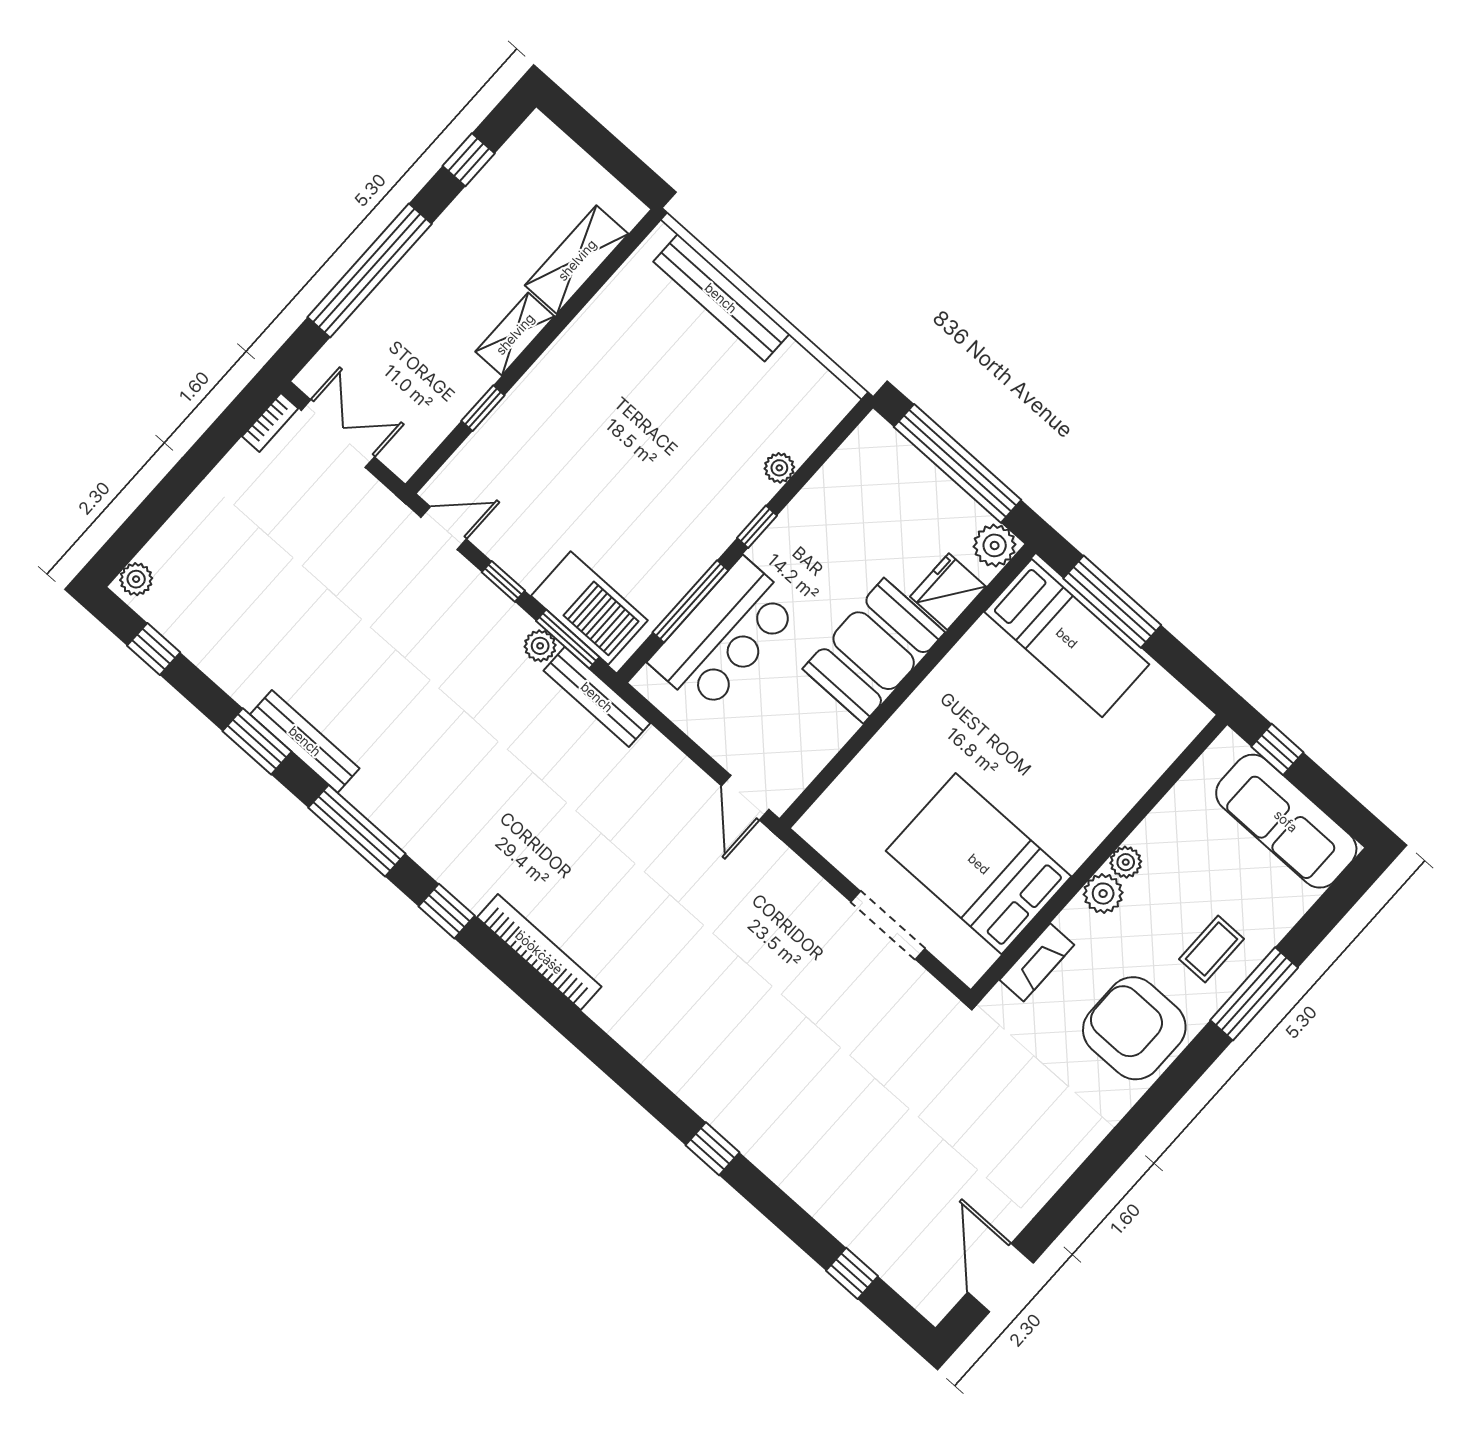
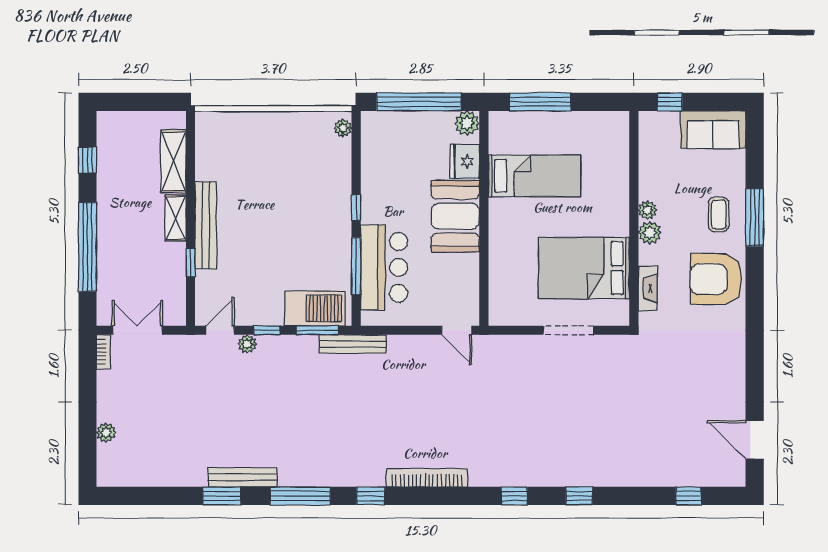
bench: (721, 298) -> (206, 225), moved, turned 90
plant: (779, 468) -> (343, 128), moved
plant: (136, 579) -> (106, 433), moved
bed: (1067, 638) -> (535, 176), moved
plant: (540, 646) -> (247, 344), moved
window: (154, 649) -> (514, 496), moved
sofa: (1286, 821) -> (713, 130), width x0.73

